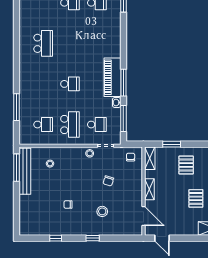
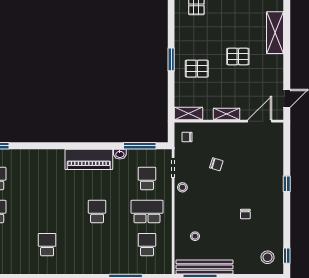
school desk: (43, 43) -> (47, 245), width x0.54
window: (123, 83) -> (96, 146), removed
window: (172, 144) -> (171, 59), moved
stool: (102, 211) -> (268, 257), moved
window: (56, 238) -> (287, 256), moved

